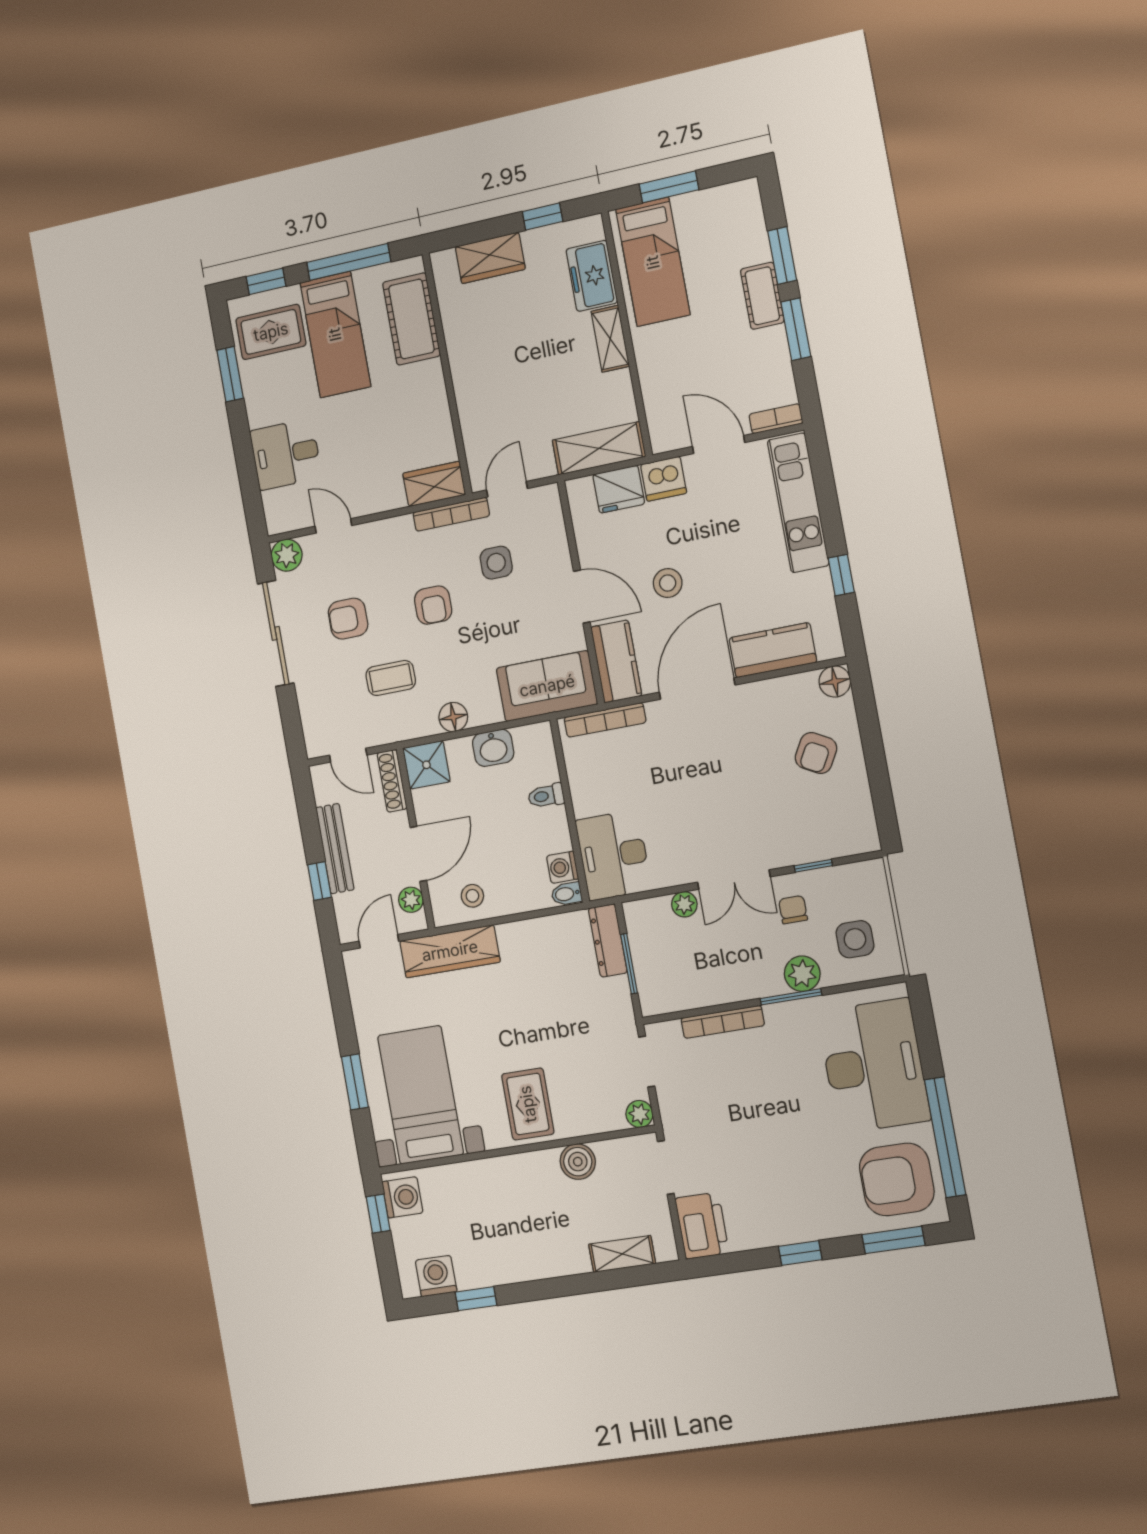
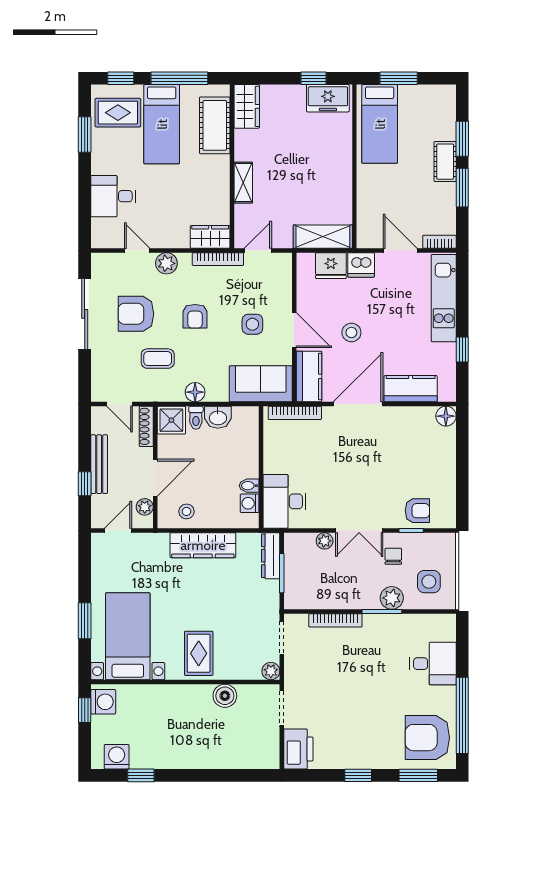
wardrobe: (490, 258) -> (247, 106), moved, turned -90
freezer: (592, 276) -> (328, 98), moved, turned -90
shelving: (610, 339) -> (243, 183), moved
plant: (287, 555) -> (166, 263), moved
side table: (496, 563) -> (252, 324), moved
armchair: (348, 619) -> (136, 314), width x1.38, depth x1.38
armchair: (816, 753) -> (417, 511), moved, turned -119
toilet: (546, 796) -> (196, 418), moved, turned -90
bidet: (567, 894) -> (249, 486), moved
wardrobe: (450, 951) -> (203, 545), moved
desk: (874, 1066) -> (433, 664), width x0.53, depth x0.77
shelving: (622, 1254) -> (243, 760), removed

